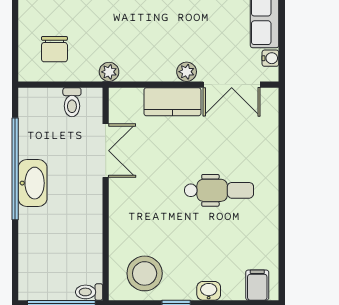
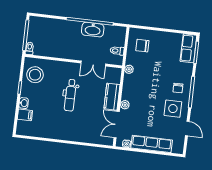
washbasin: (33, 183) -> (93, 30), moved
dental chair: (219, 190) -> (70, 95), moved
filing cabinet: (257, 285) -> (25, 115), moved

